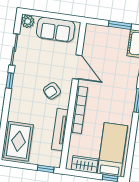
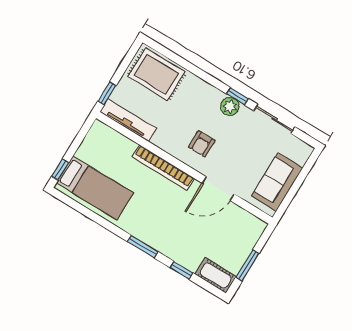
plant: (28, 21) -> (230, 106), moved
armchair: (52, 91) -> (202, 144), turned -137
tv unit: (60, 130) -> (128, 120), moved
wardrobe: (85, 164) -> (91, 145), removed

